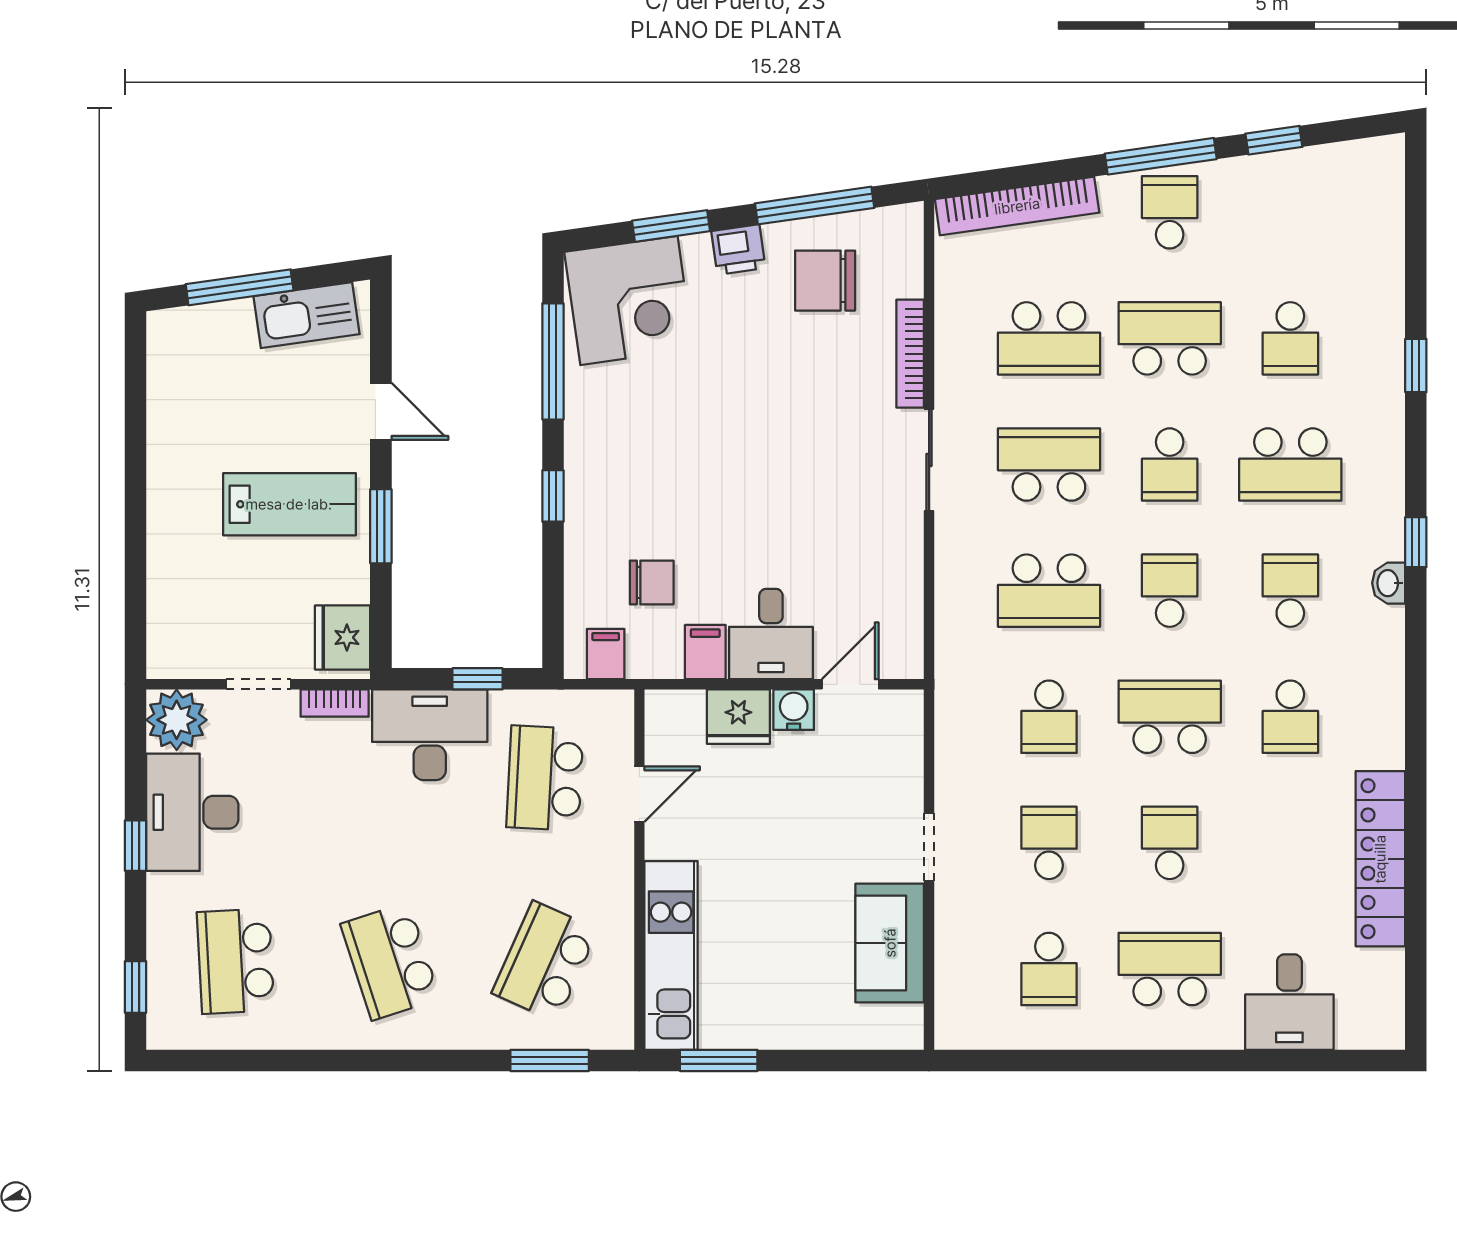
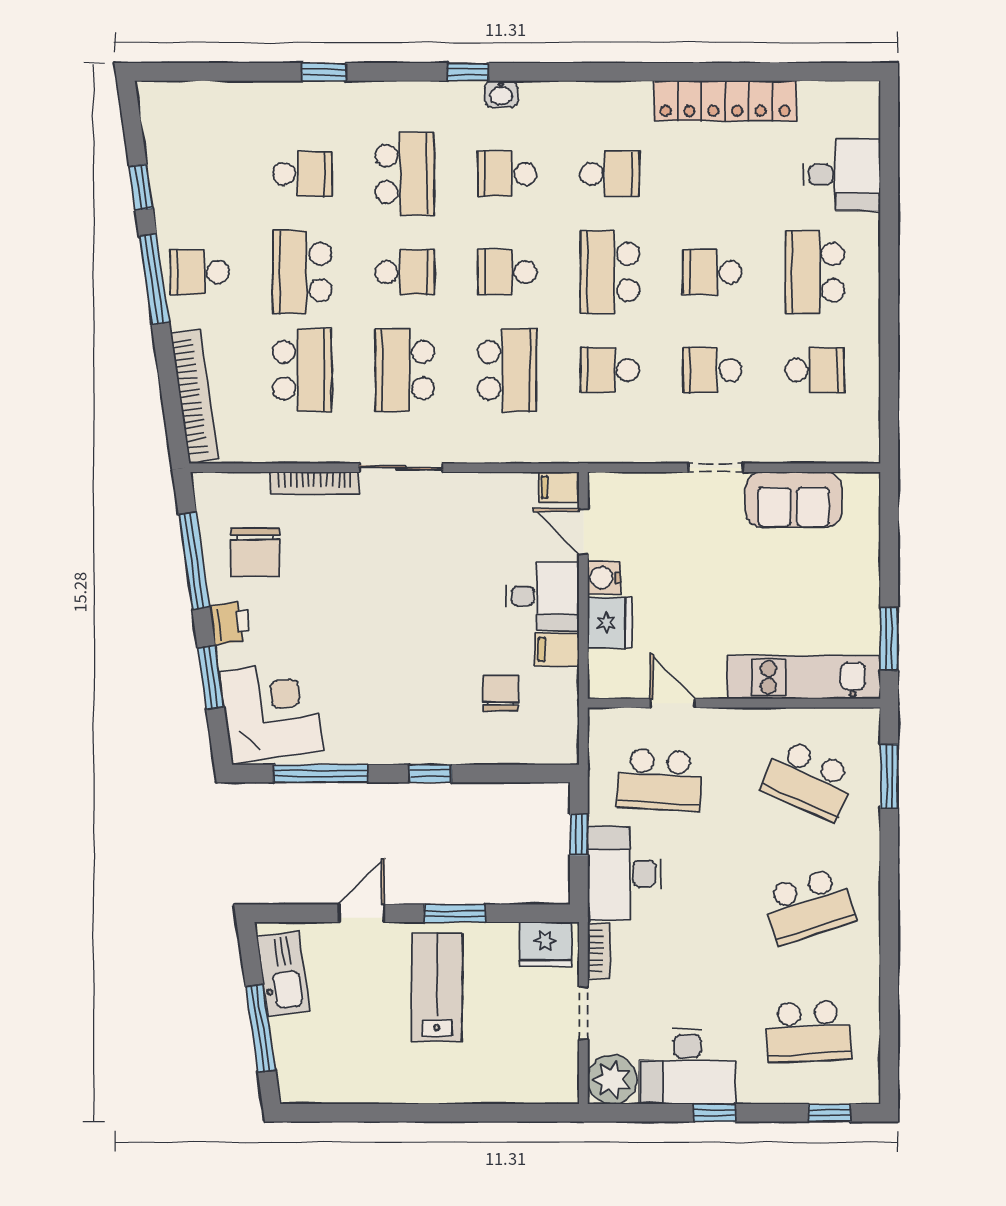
filing cabinet: (606, 654) -> (559, 487), moved
school desk: (1049, 717) -> (610, 370), turned 180

